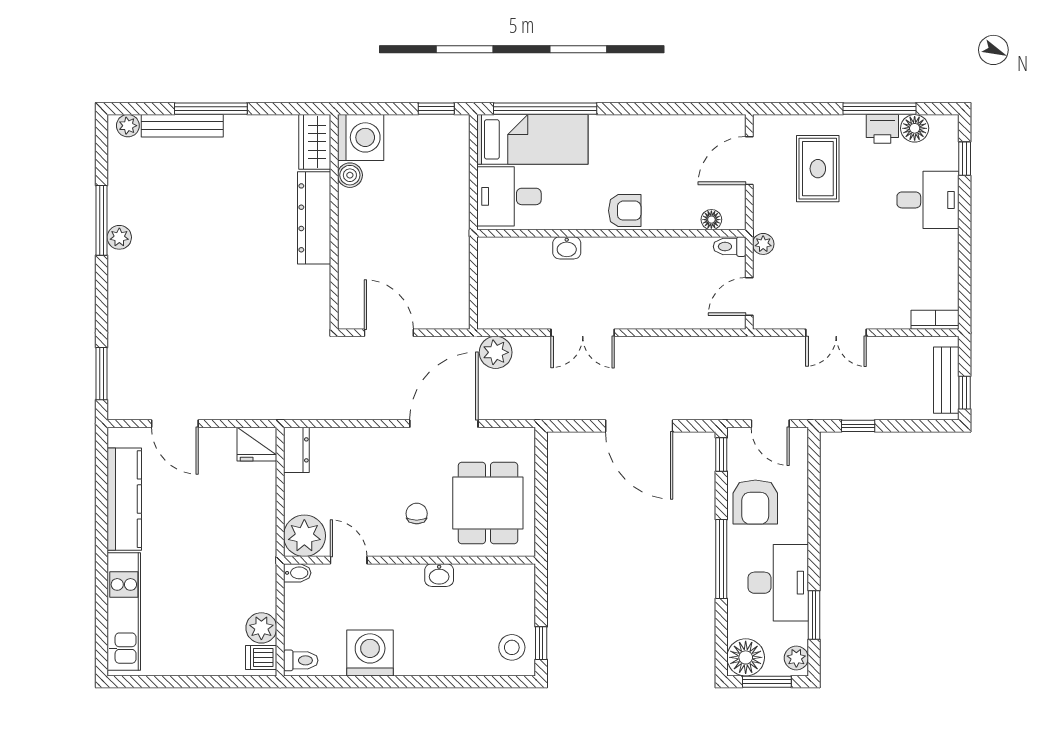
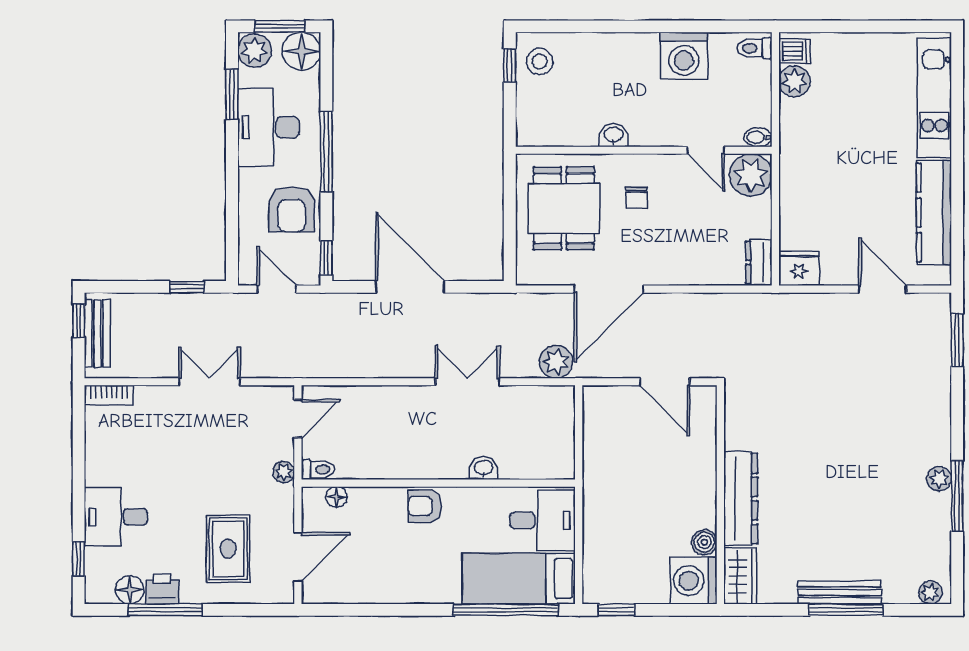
bench: (182, 126) -> (839, 592), moved
armchair: (755, 502) -> (292, 209), turned 180
plant: (796, 658) -> (255, 51), width x1.38, depth x1.38

